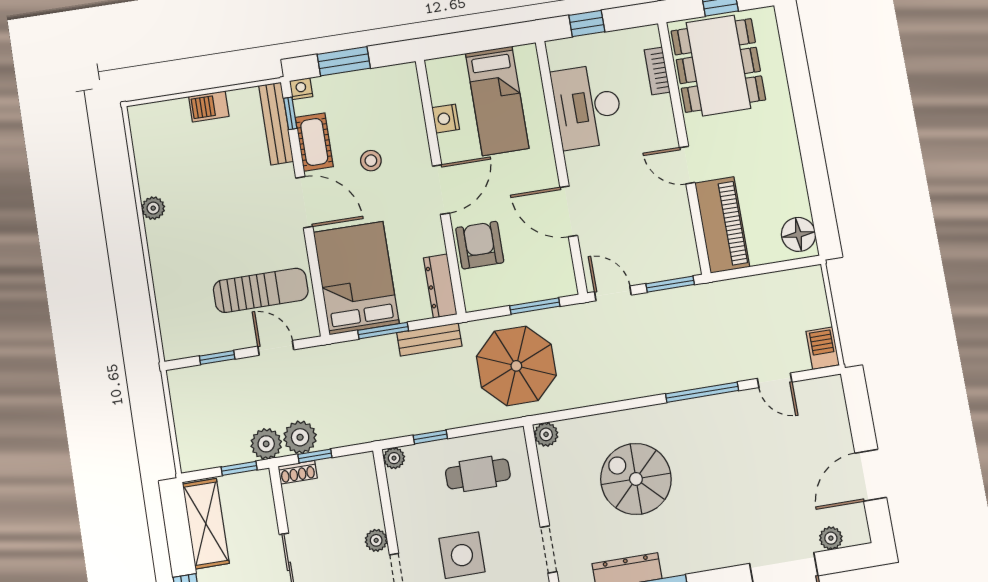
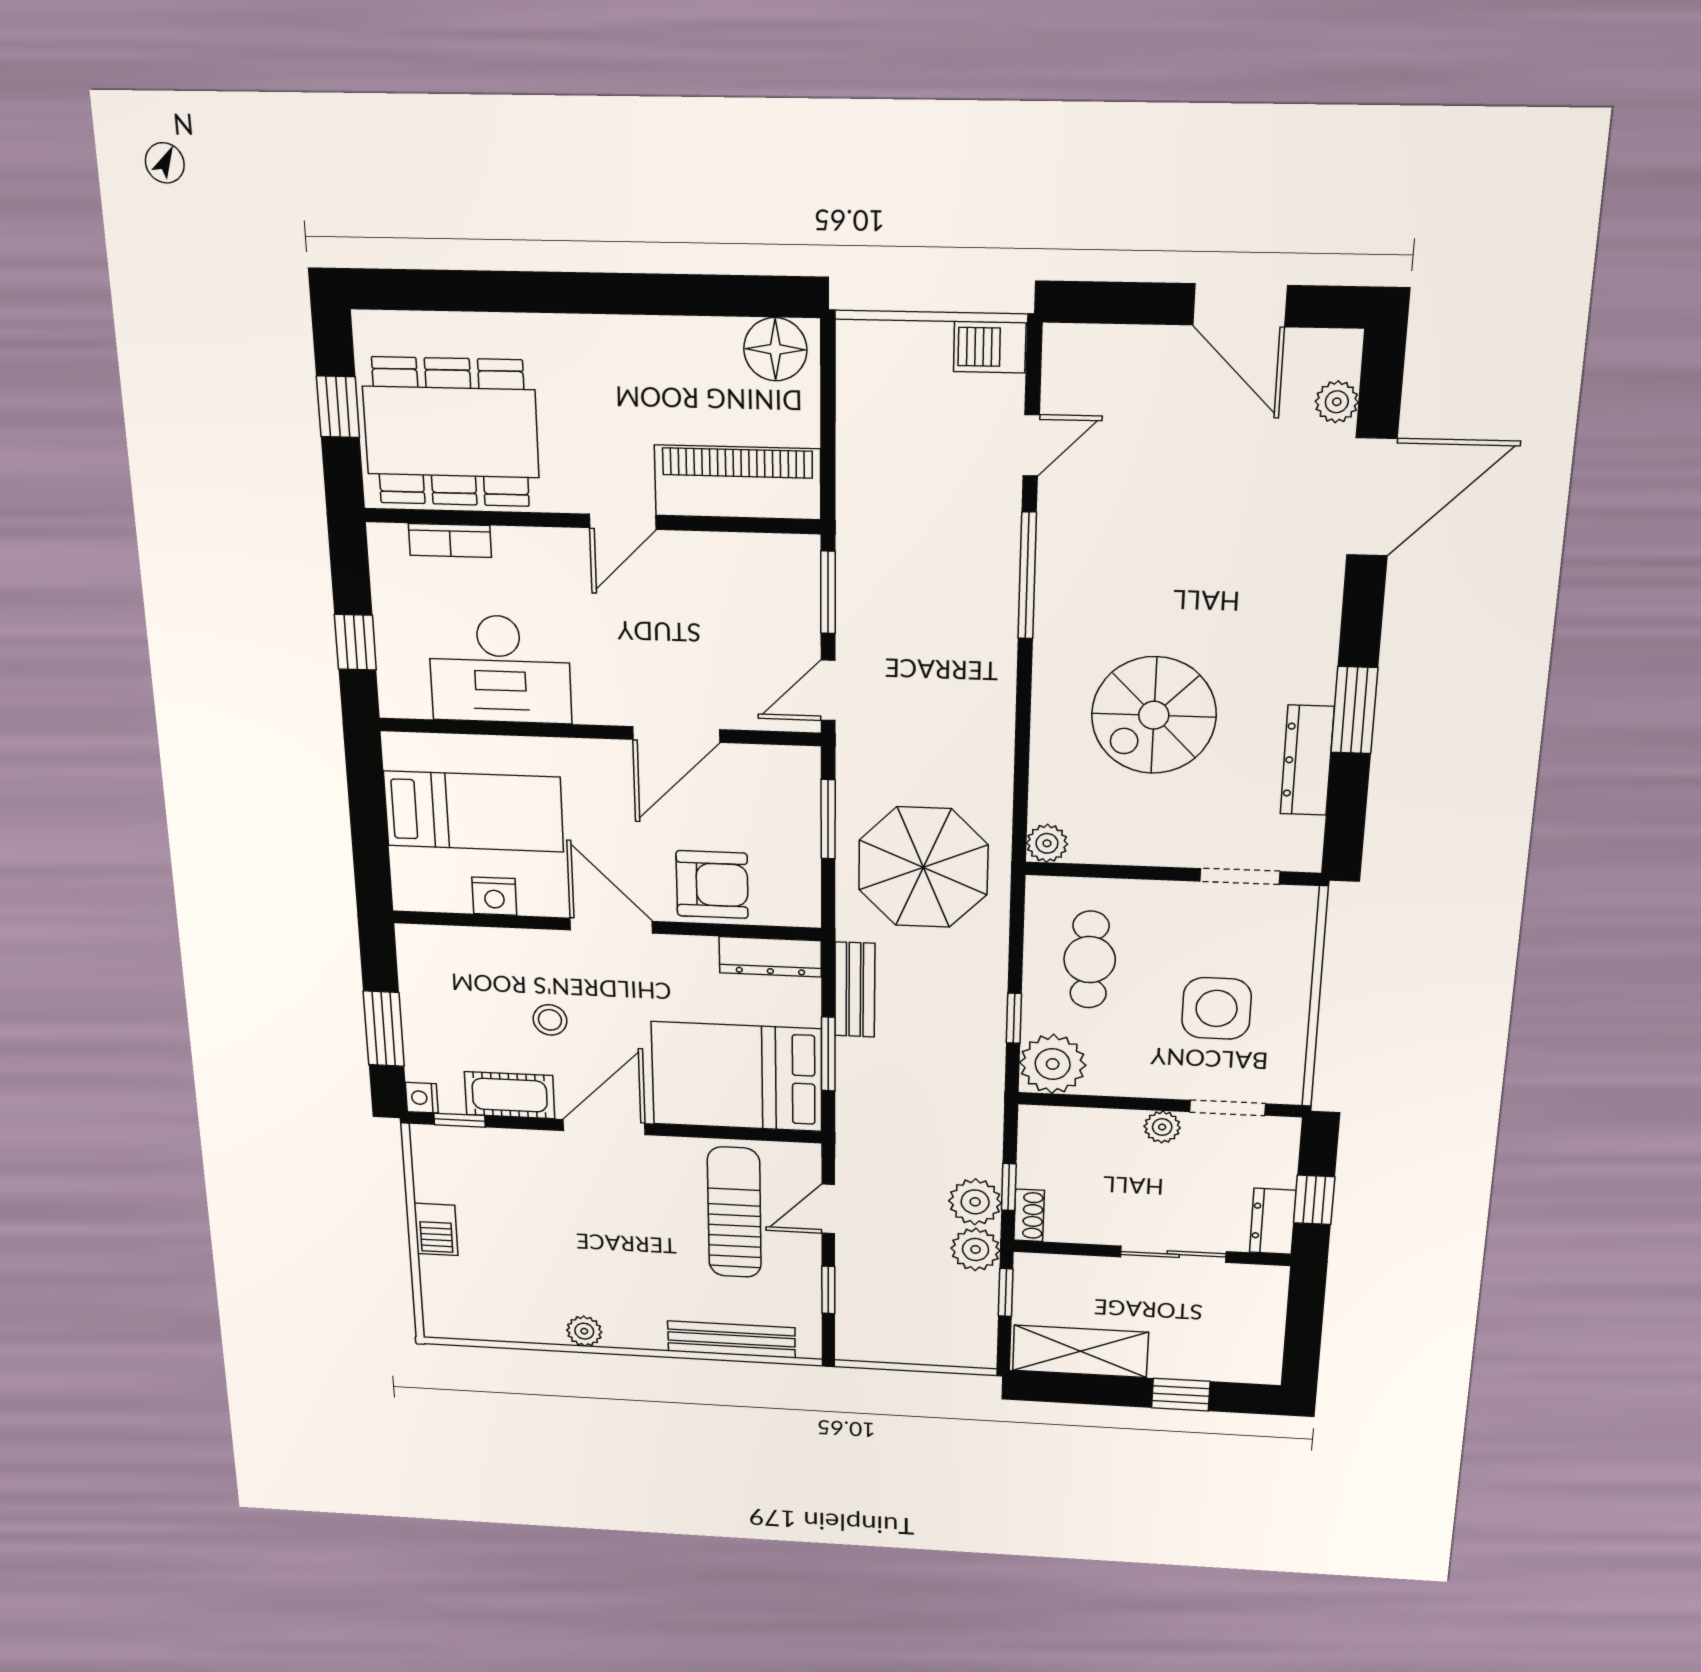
bench: (276, 123) -> (731, 1339), moved
armchair: (480, 245) -> (712, 885), turned 180
plant: (394, 458) -> (1053, 1064), width x1.87, depth x1.87

